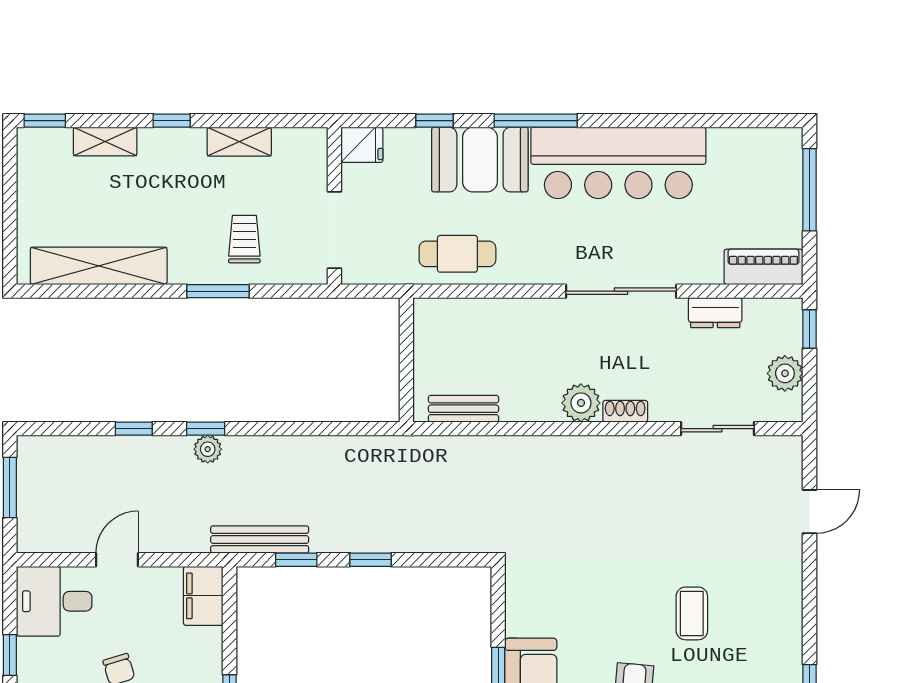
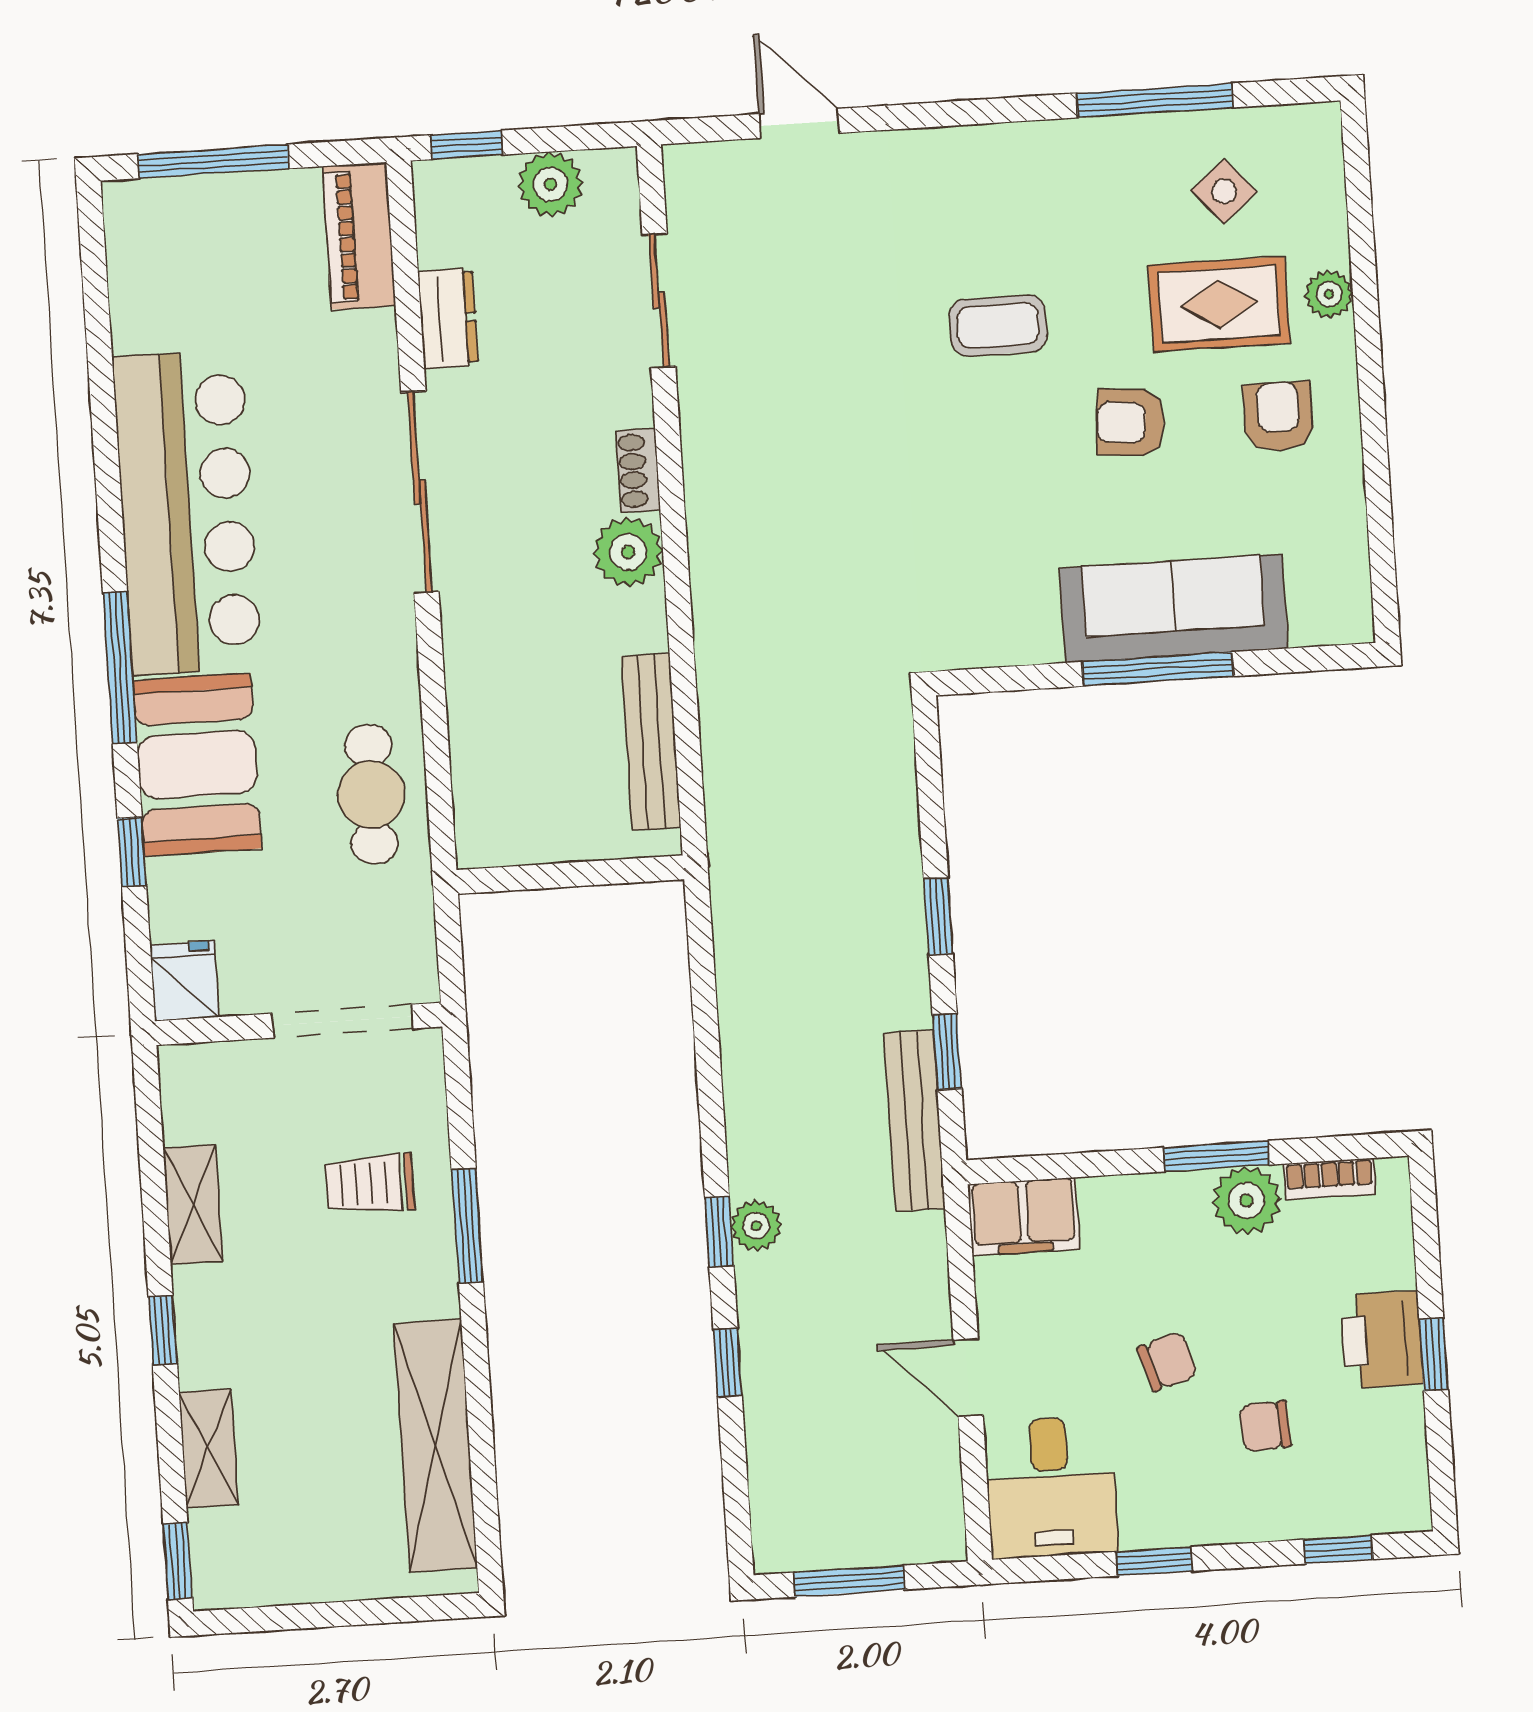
bench: (464, 409) -> (651, 742), width x1.36

